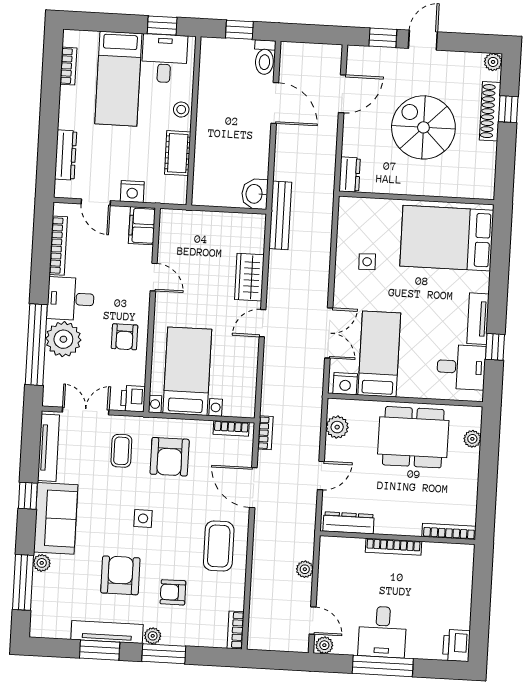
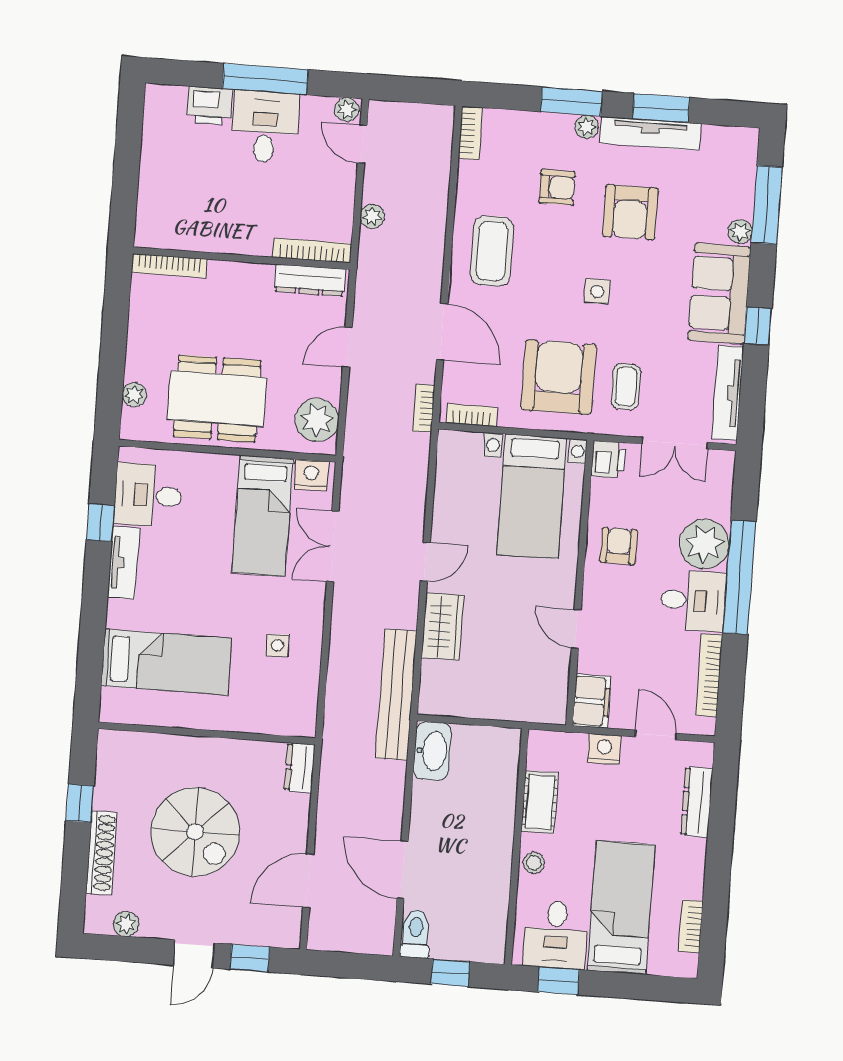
plant: (493, 62) -> (126, 924), moved
window: (508, 109) -> (80, 803), moved
washbasin: (255, 194) -> (432, 751), width x1.38
bench: (280, 215) -> (396, 695), width x1.37, depth x1.21
bed: (447, 238) -> (166, 662), width x0.67
window: (36, 345) -> (739, 577), moved
plant: (337, 427) -> (317, 420), width x1.36, depth x1.36
armchair: (170, 457) -> (559, 377), width x1.36, depth x1.36
bookcase: (393, 547) -> (312, 250), moved
printer: (456, 645) -> (209, 106), moved, turned 90

